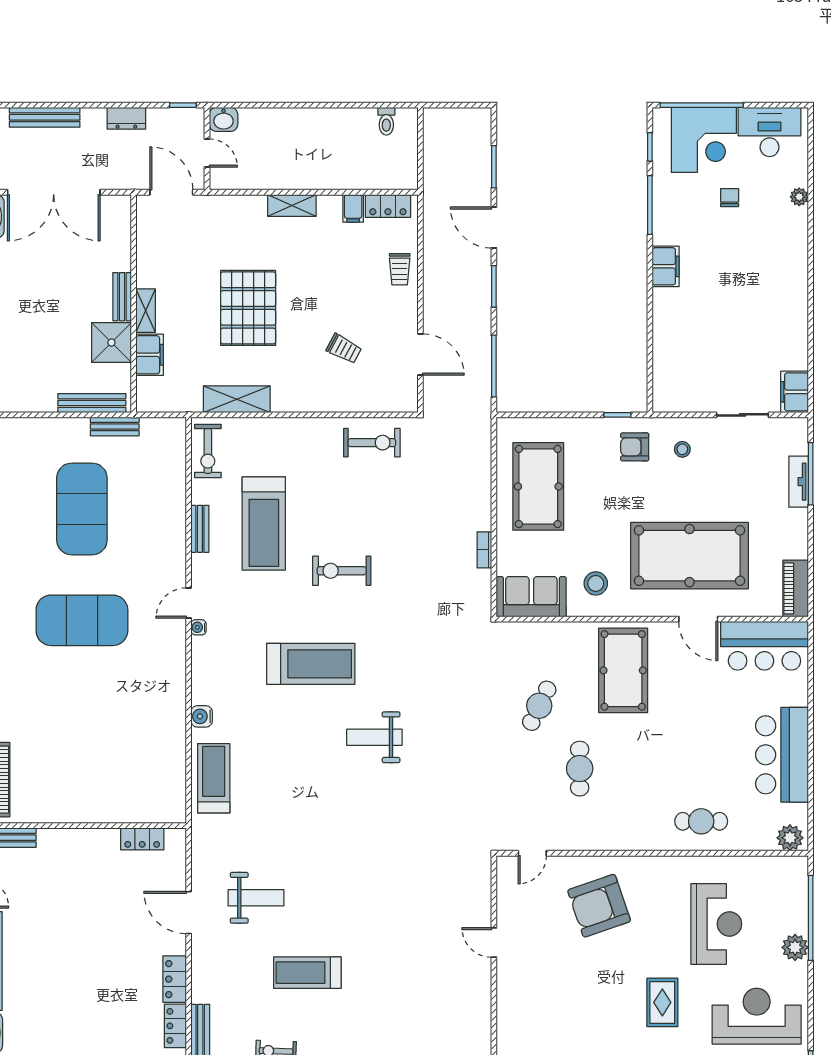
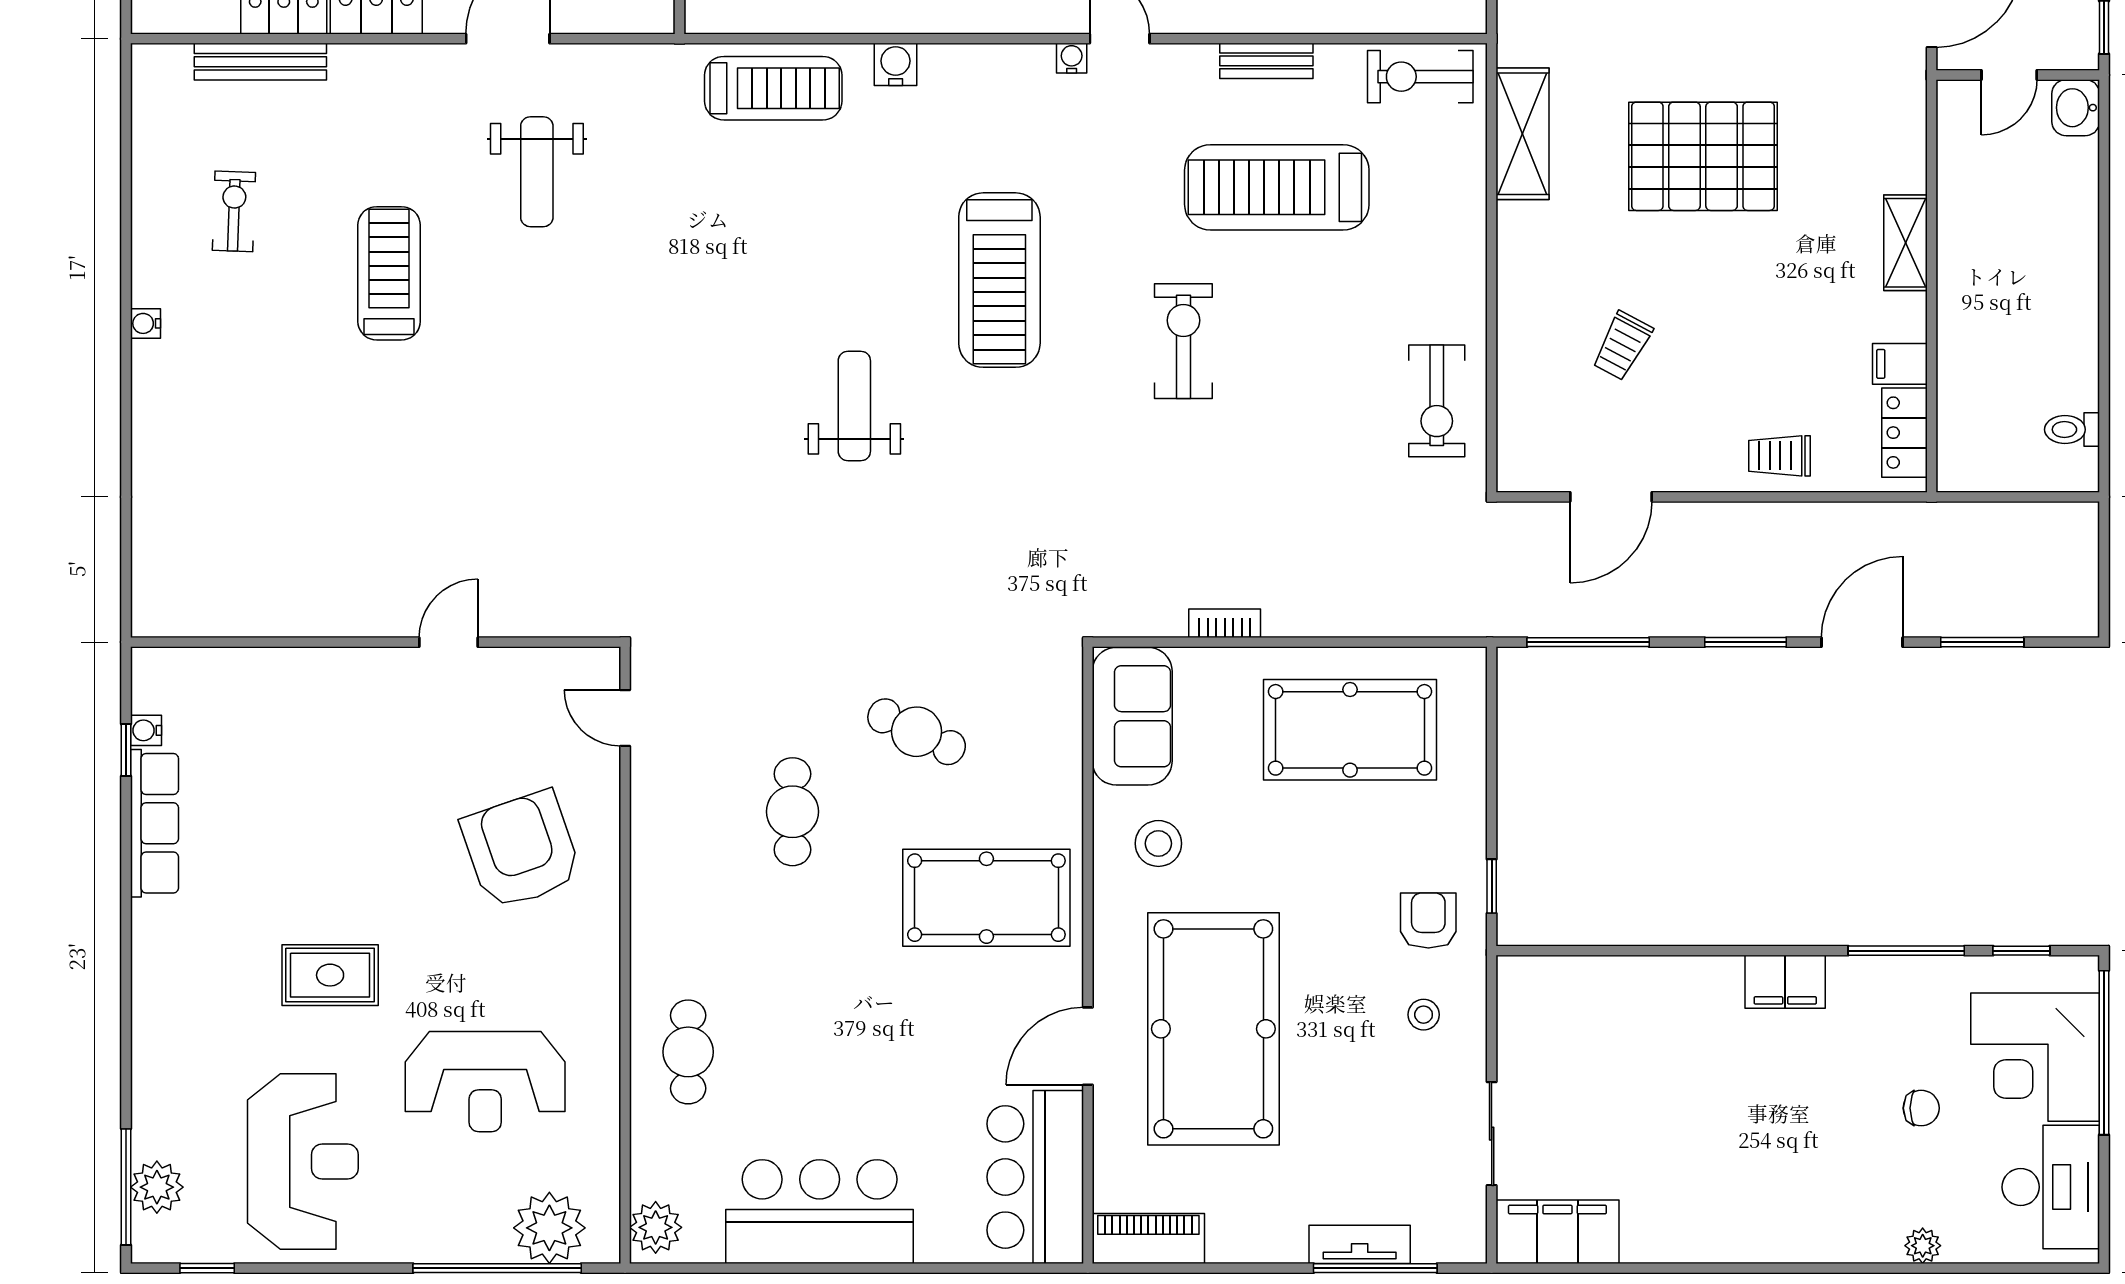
filing cabinet: (794, 392) -> (1557, 1232), width x1.50, depth x1.17
cafe table: (580, 769) -> (792, 812), turned 90
plant: (795, 947) -> (549, 1228), moved, width x1.36, depth x1.36

